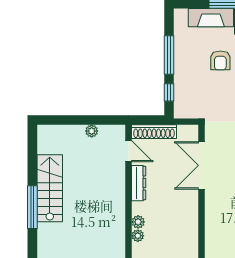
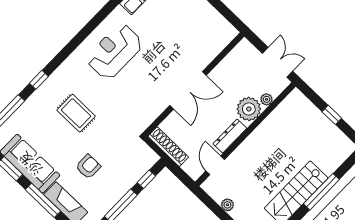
shoe rack: (154, 132) -> (168, 147), moved
double door: (201, 165) -> (188, 90), moved
plant: (138, 222) -> (249, 109), width x1.87, depth x1.87

